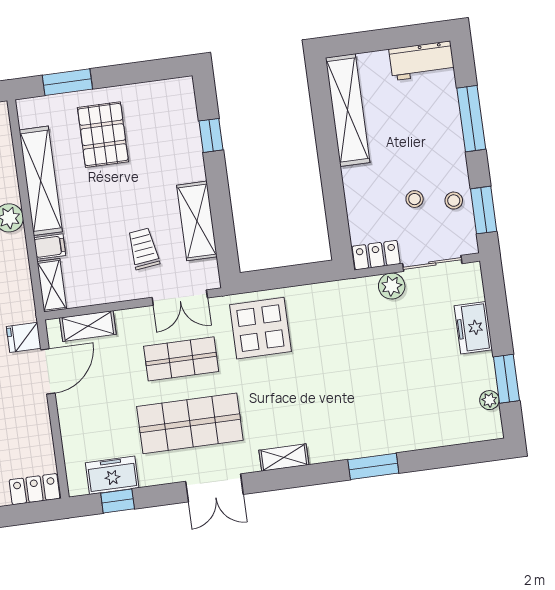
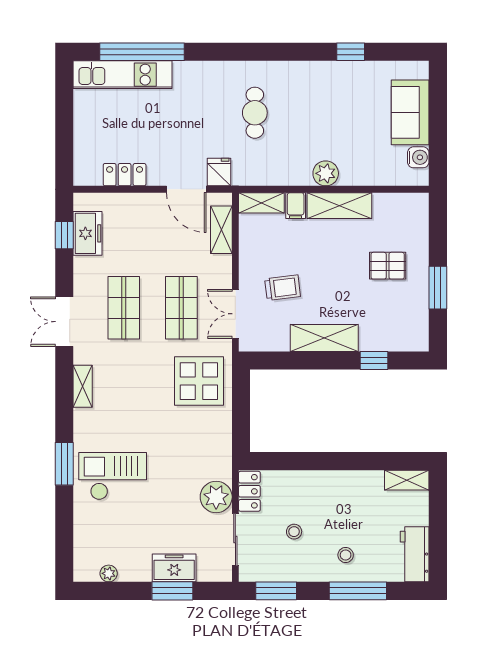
window: (67, 82) -> (438, 288), moved
shelving: (348, 110) -> (407, 480), width x0.45, depth x0.75
pallet: (103, 135) -> (388, 266), width x0.67, depth x0.71
shelving: (41, 181) -> (339, 206), width x0.68
stool: (454, 201) -> (346, 555), moved
shelving: (197, 221) -> (324, 338), moved
plant: (392, 286) -> (216, 497), width x1.36, depth x1.36
window: (506, 379) -> (172, 591), moved
checkout: (380, 410) -> (113, 476), added
shop shelf: (190, 423) -> (124, 308), width x0.70, depth x0.74
locker: (35, 489) -> (125, 175), moved, turned -90

